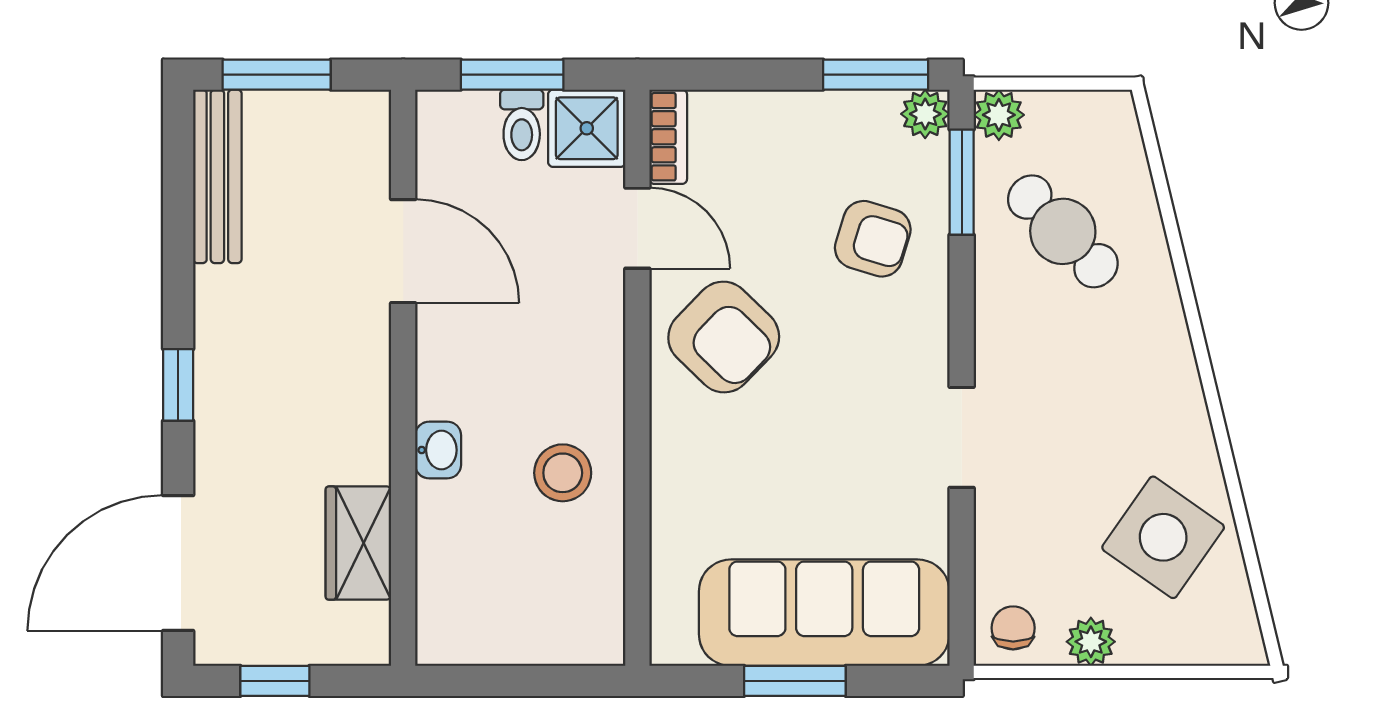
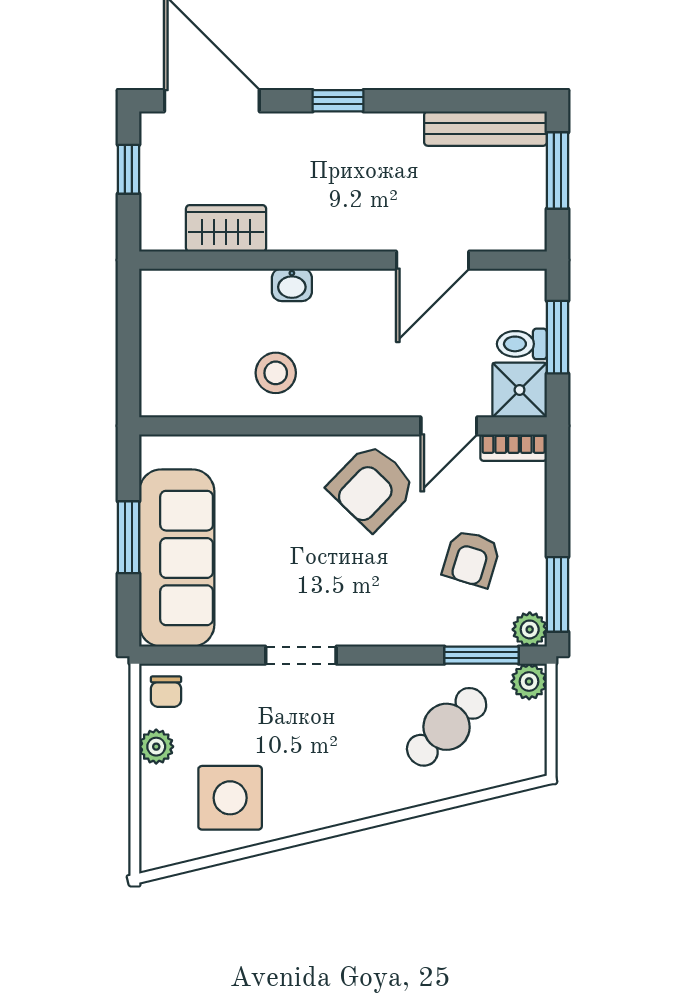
armchair: (873, 239) -> (471, 559), moved
side table: (1163, 537) -> (230, 798), turned -35
chair: (1013, 628) -> (166, 692), turned 90

